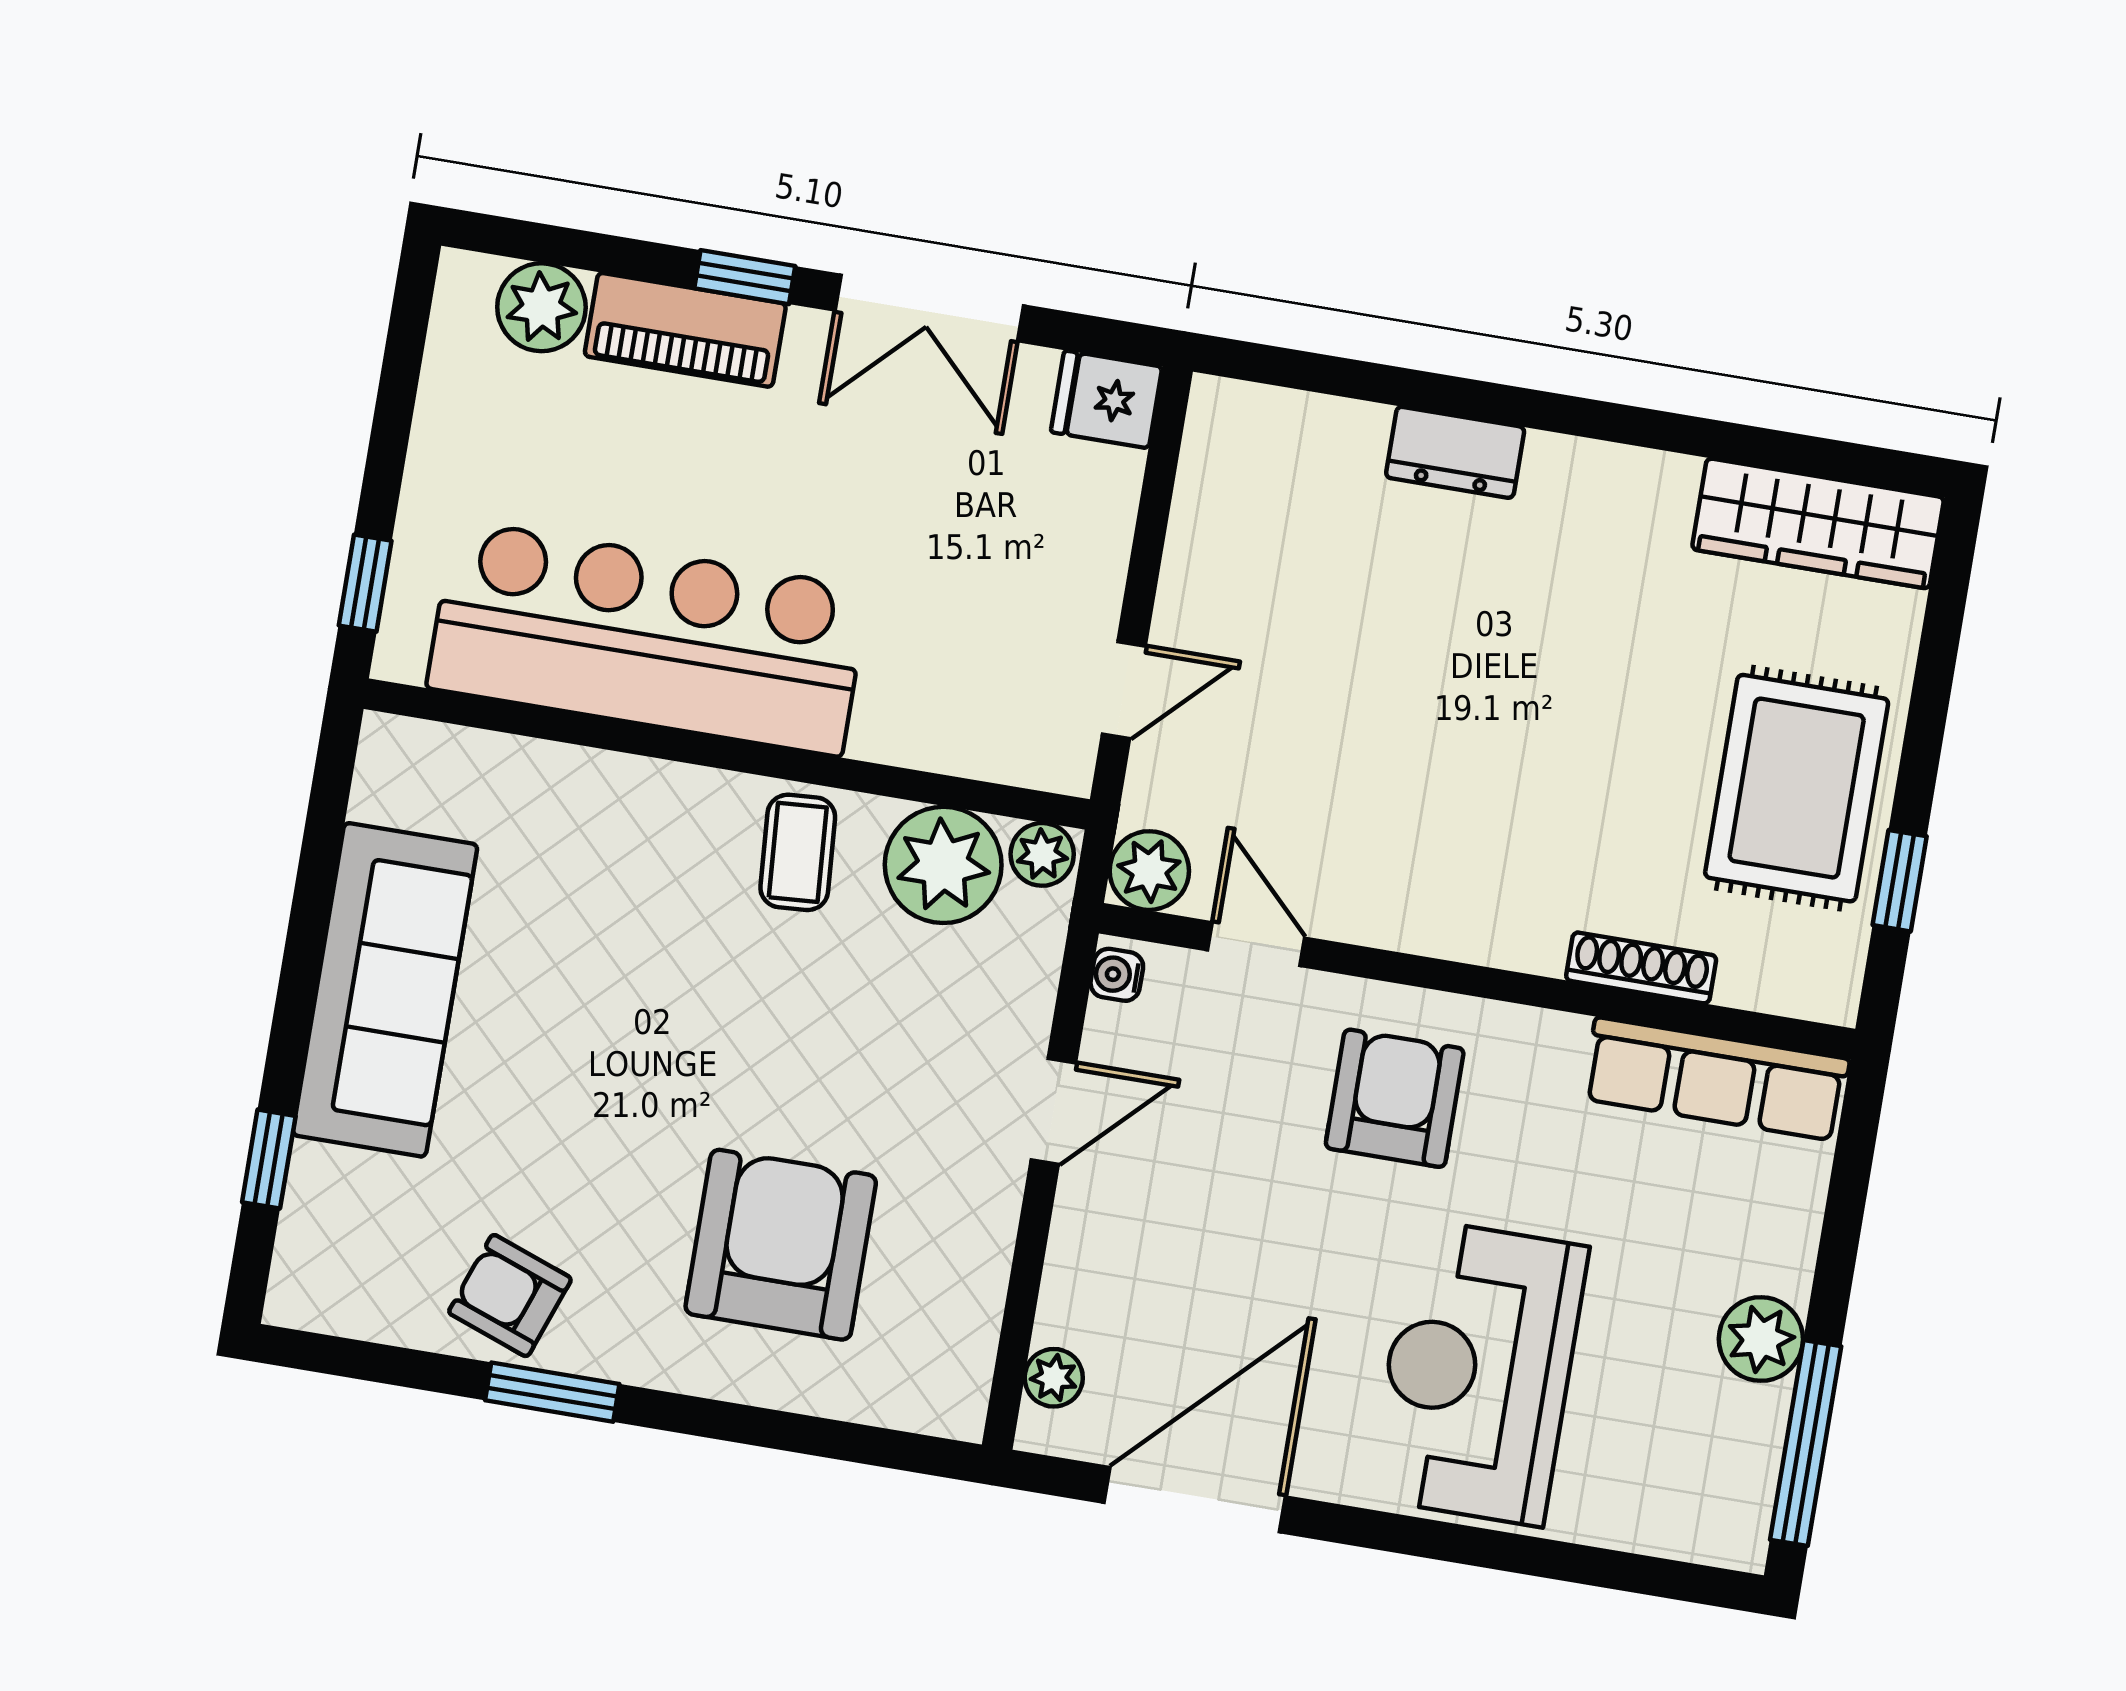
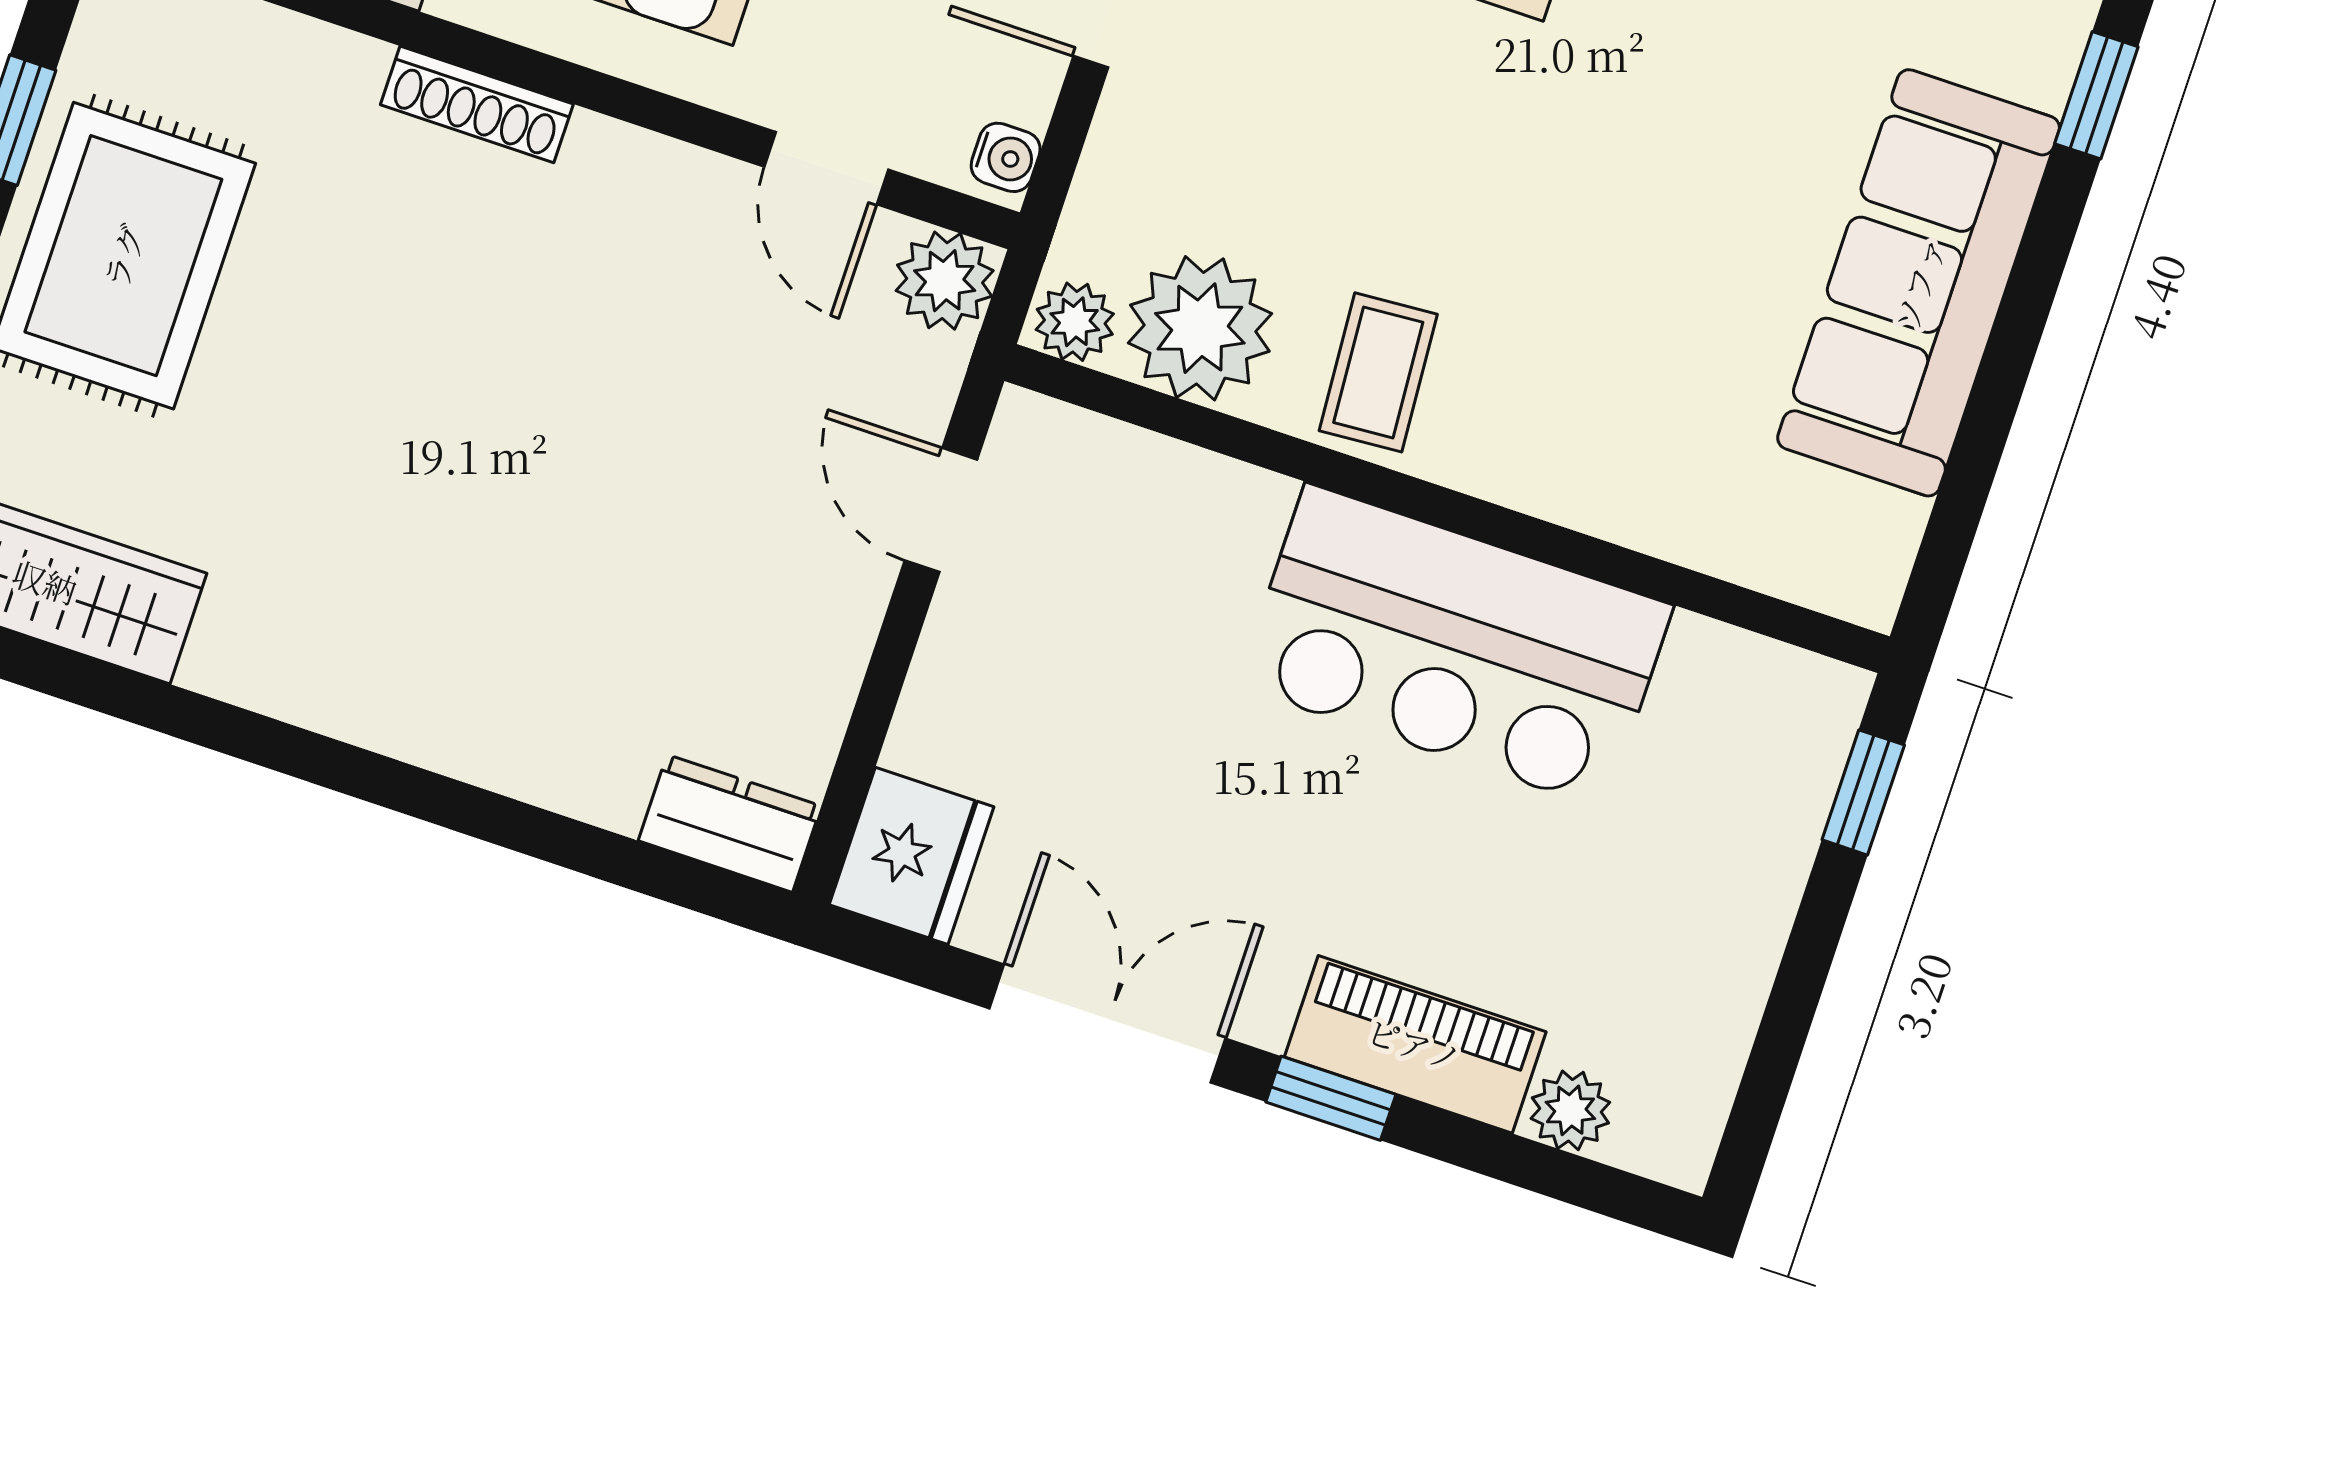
plant: (541, 307) -> (1570, 1110), width x0.73, depth x0.73
fridge: (1106, 399) -> (912, 856), width x1.38
dresser: (1455, 452) -> (730, 823), moved
bar counter: (648, 638) -> (1455, 646), width x0.73
door: (1124, 690) -> (941, 510), hinge flipped
shoe rack: (1641, 968) -> (477, 104), moved

